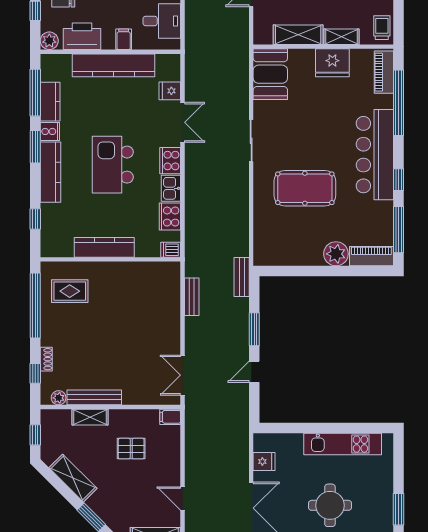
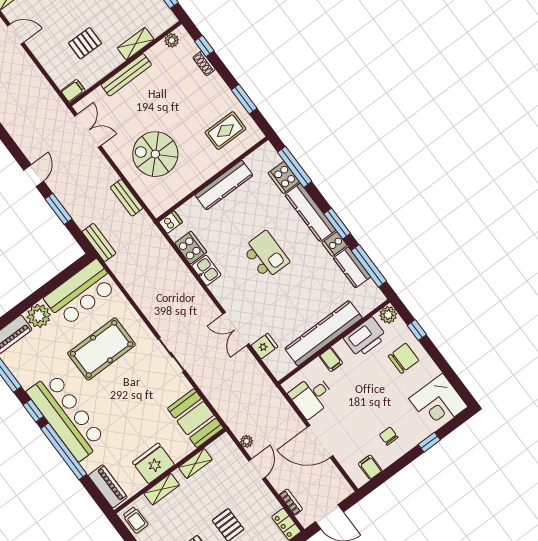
plant: (243, 24) -> (247, 441), added
shelving: (298, 35) -> (195, 463), width x0.67, depth x0.75
window: (398, 103) -> (64, 451), moved
cooker: (170, 161) -> (284, 177), moved, turned 180
kitchen island: (113, 165) -> (266, 255), width x0.73, depth x0.78
window: (35, 219) -> (295, 167), width x2.17
bar counter: (287, 247) -> (81, 293), added
window: (35, 306) -> (244, 99), width x0.47
spiral stairs: (142, 315) -> (155, 154), added
bench: (94, 397) -> (126, 75), moved

